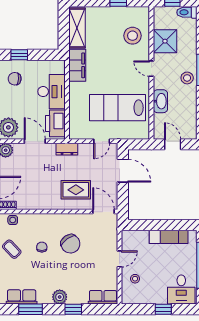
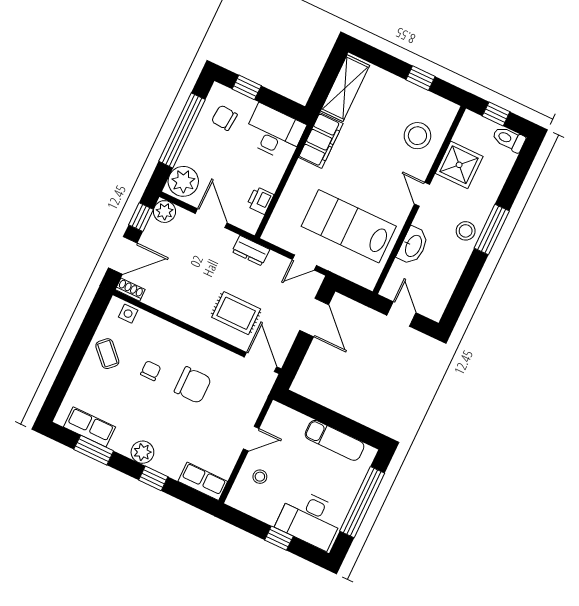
desk: (52, 92) -> (274, 132), moved, turned -90
printer: (55, 123) -> (260, 200), width x0.53, depth x0.68
chair: (70, 244) -> (193, 385), turned -55
desk: (181, 289) -> (310, 519), width x1.37

